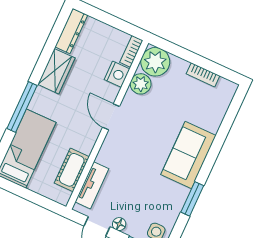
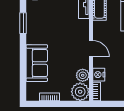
sofa: (188, 155) -> (37, 63), moved

